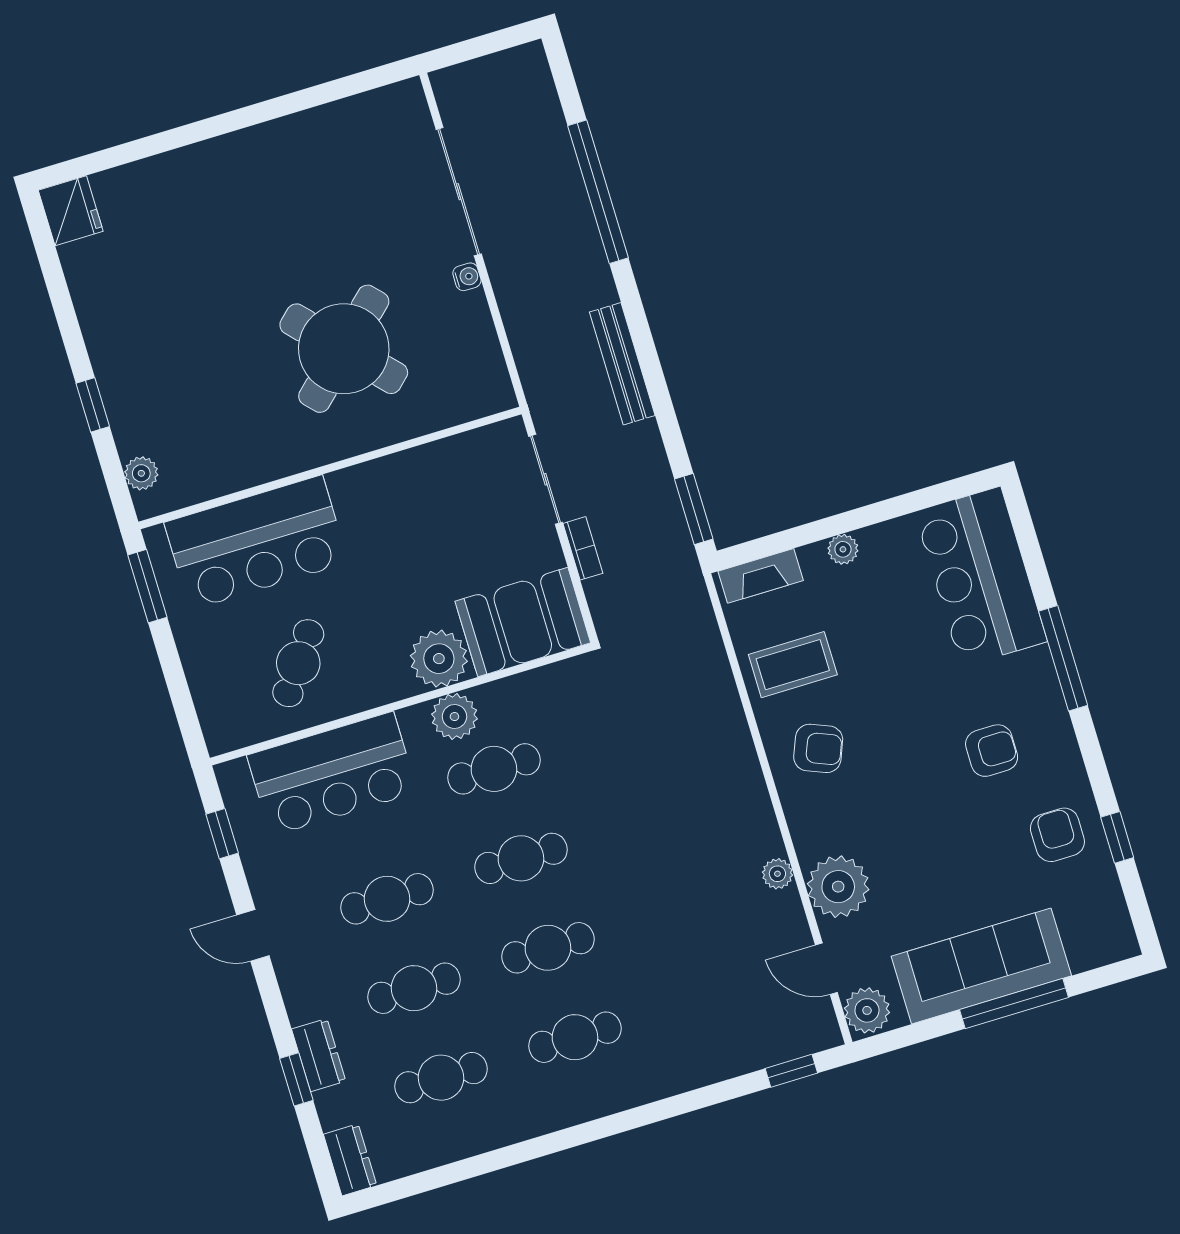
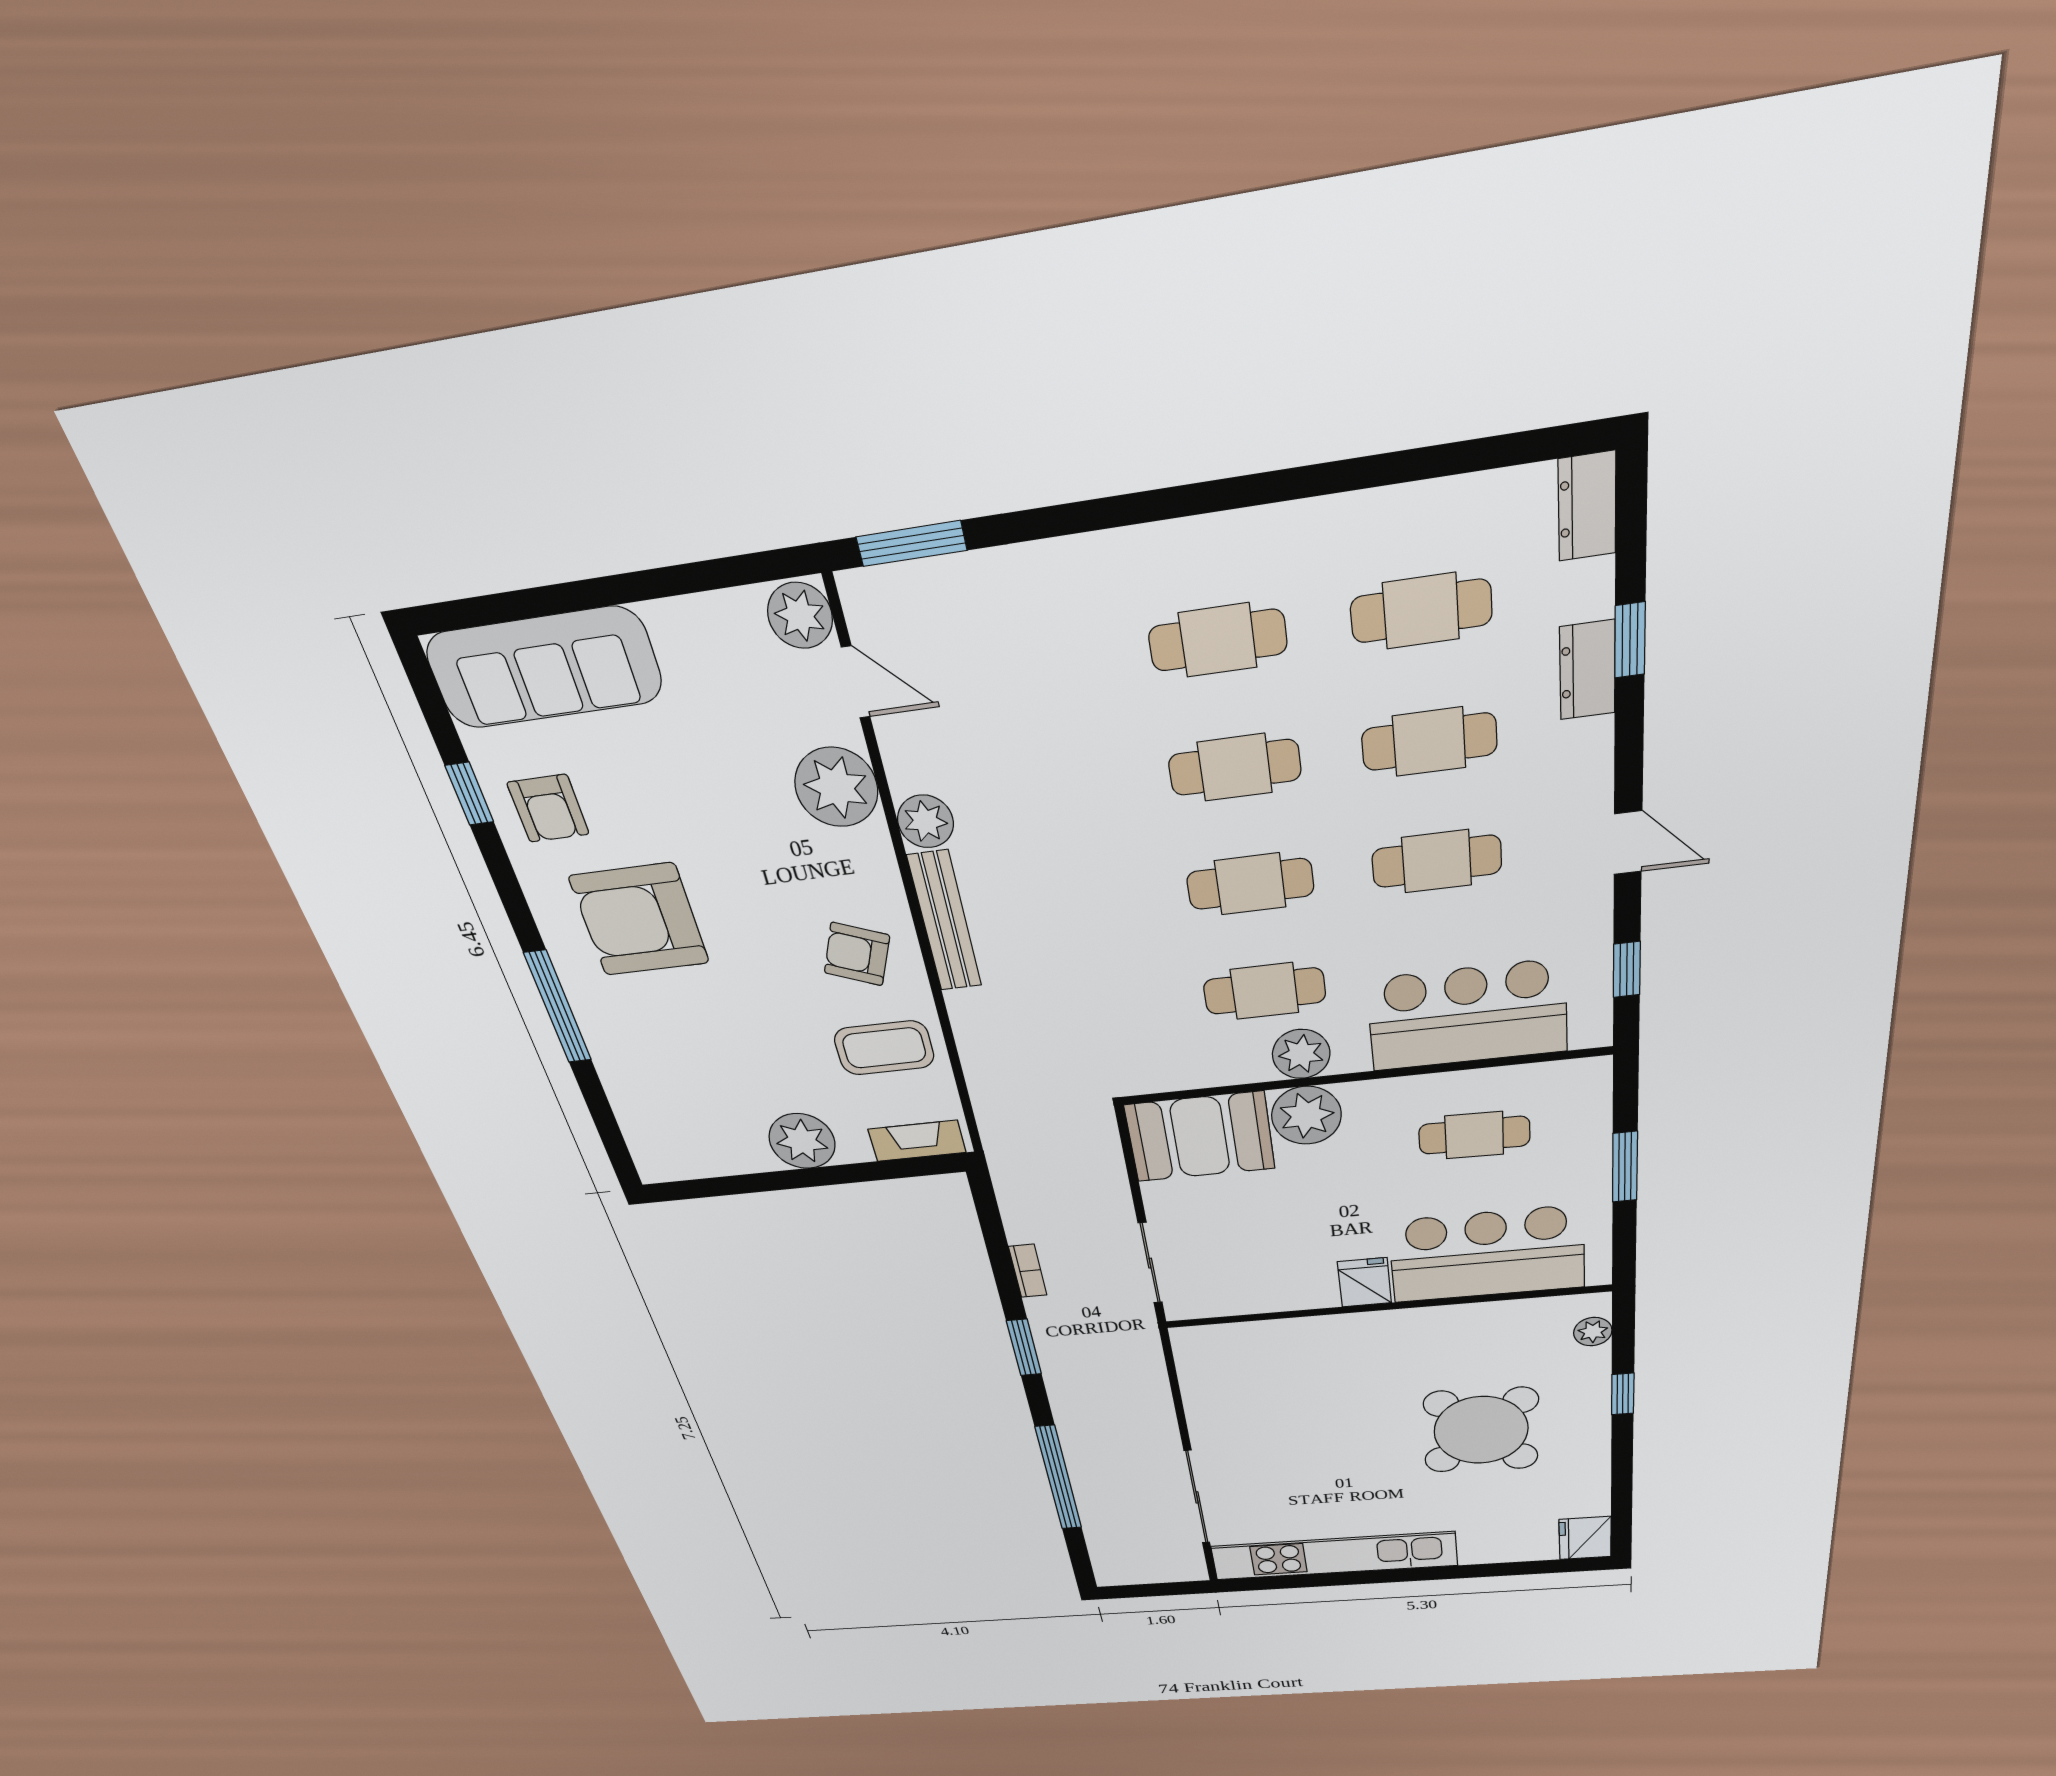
kitchen unit: (309, 135) -> (1334, 1556), added
water cooler: (467, 277) -> (1202, 1436), removed
round table: (344, 349) -> (1481, 1430), moved
bench: (622, 364) -> (945, 921), moved
fridge: (354, 492) -> (1364, 1282), added
window: (694, 509) -> (1024, 1347), moved
bookcase: (583, 548) -> (1028, 1271), moved, turned 180
plant: (843, 549) -> (802, 1141), width x1.87, depth x1.87
bar counter: (981, 577) -> (661, 1103), removed
window: (147, 586) -> (1625, 1167), moved
cafe table: (298, 663) -> (1474, 1135), turned 55
armchair: (992, 751) -> (639, 920), width x1.88, depth x1.88
plant: (777, 874) -> (925, 821), width x1.38, depth x1.38
sofa: (981, 966) -> (544, 668), moved
window: (1014, 1004) -> (591, 594), removed
window: (791, 1071) -> (911, 544), width x1.50

